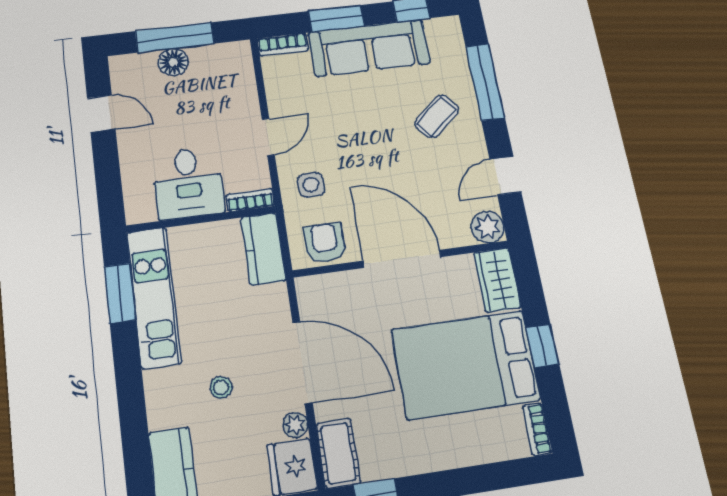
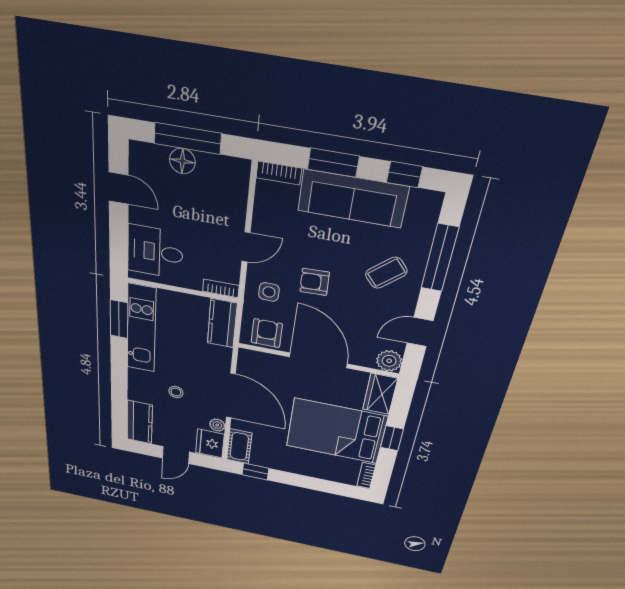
armchair: (361, 154) -> (315, 282), added
desk: (188, 183) -> (155, 252), moved, turned 90

